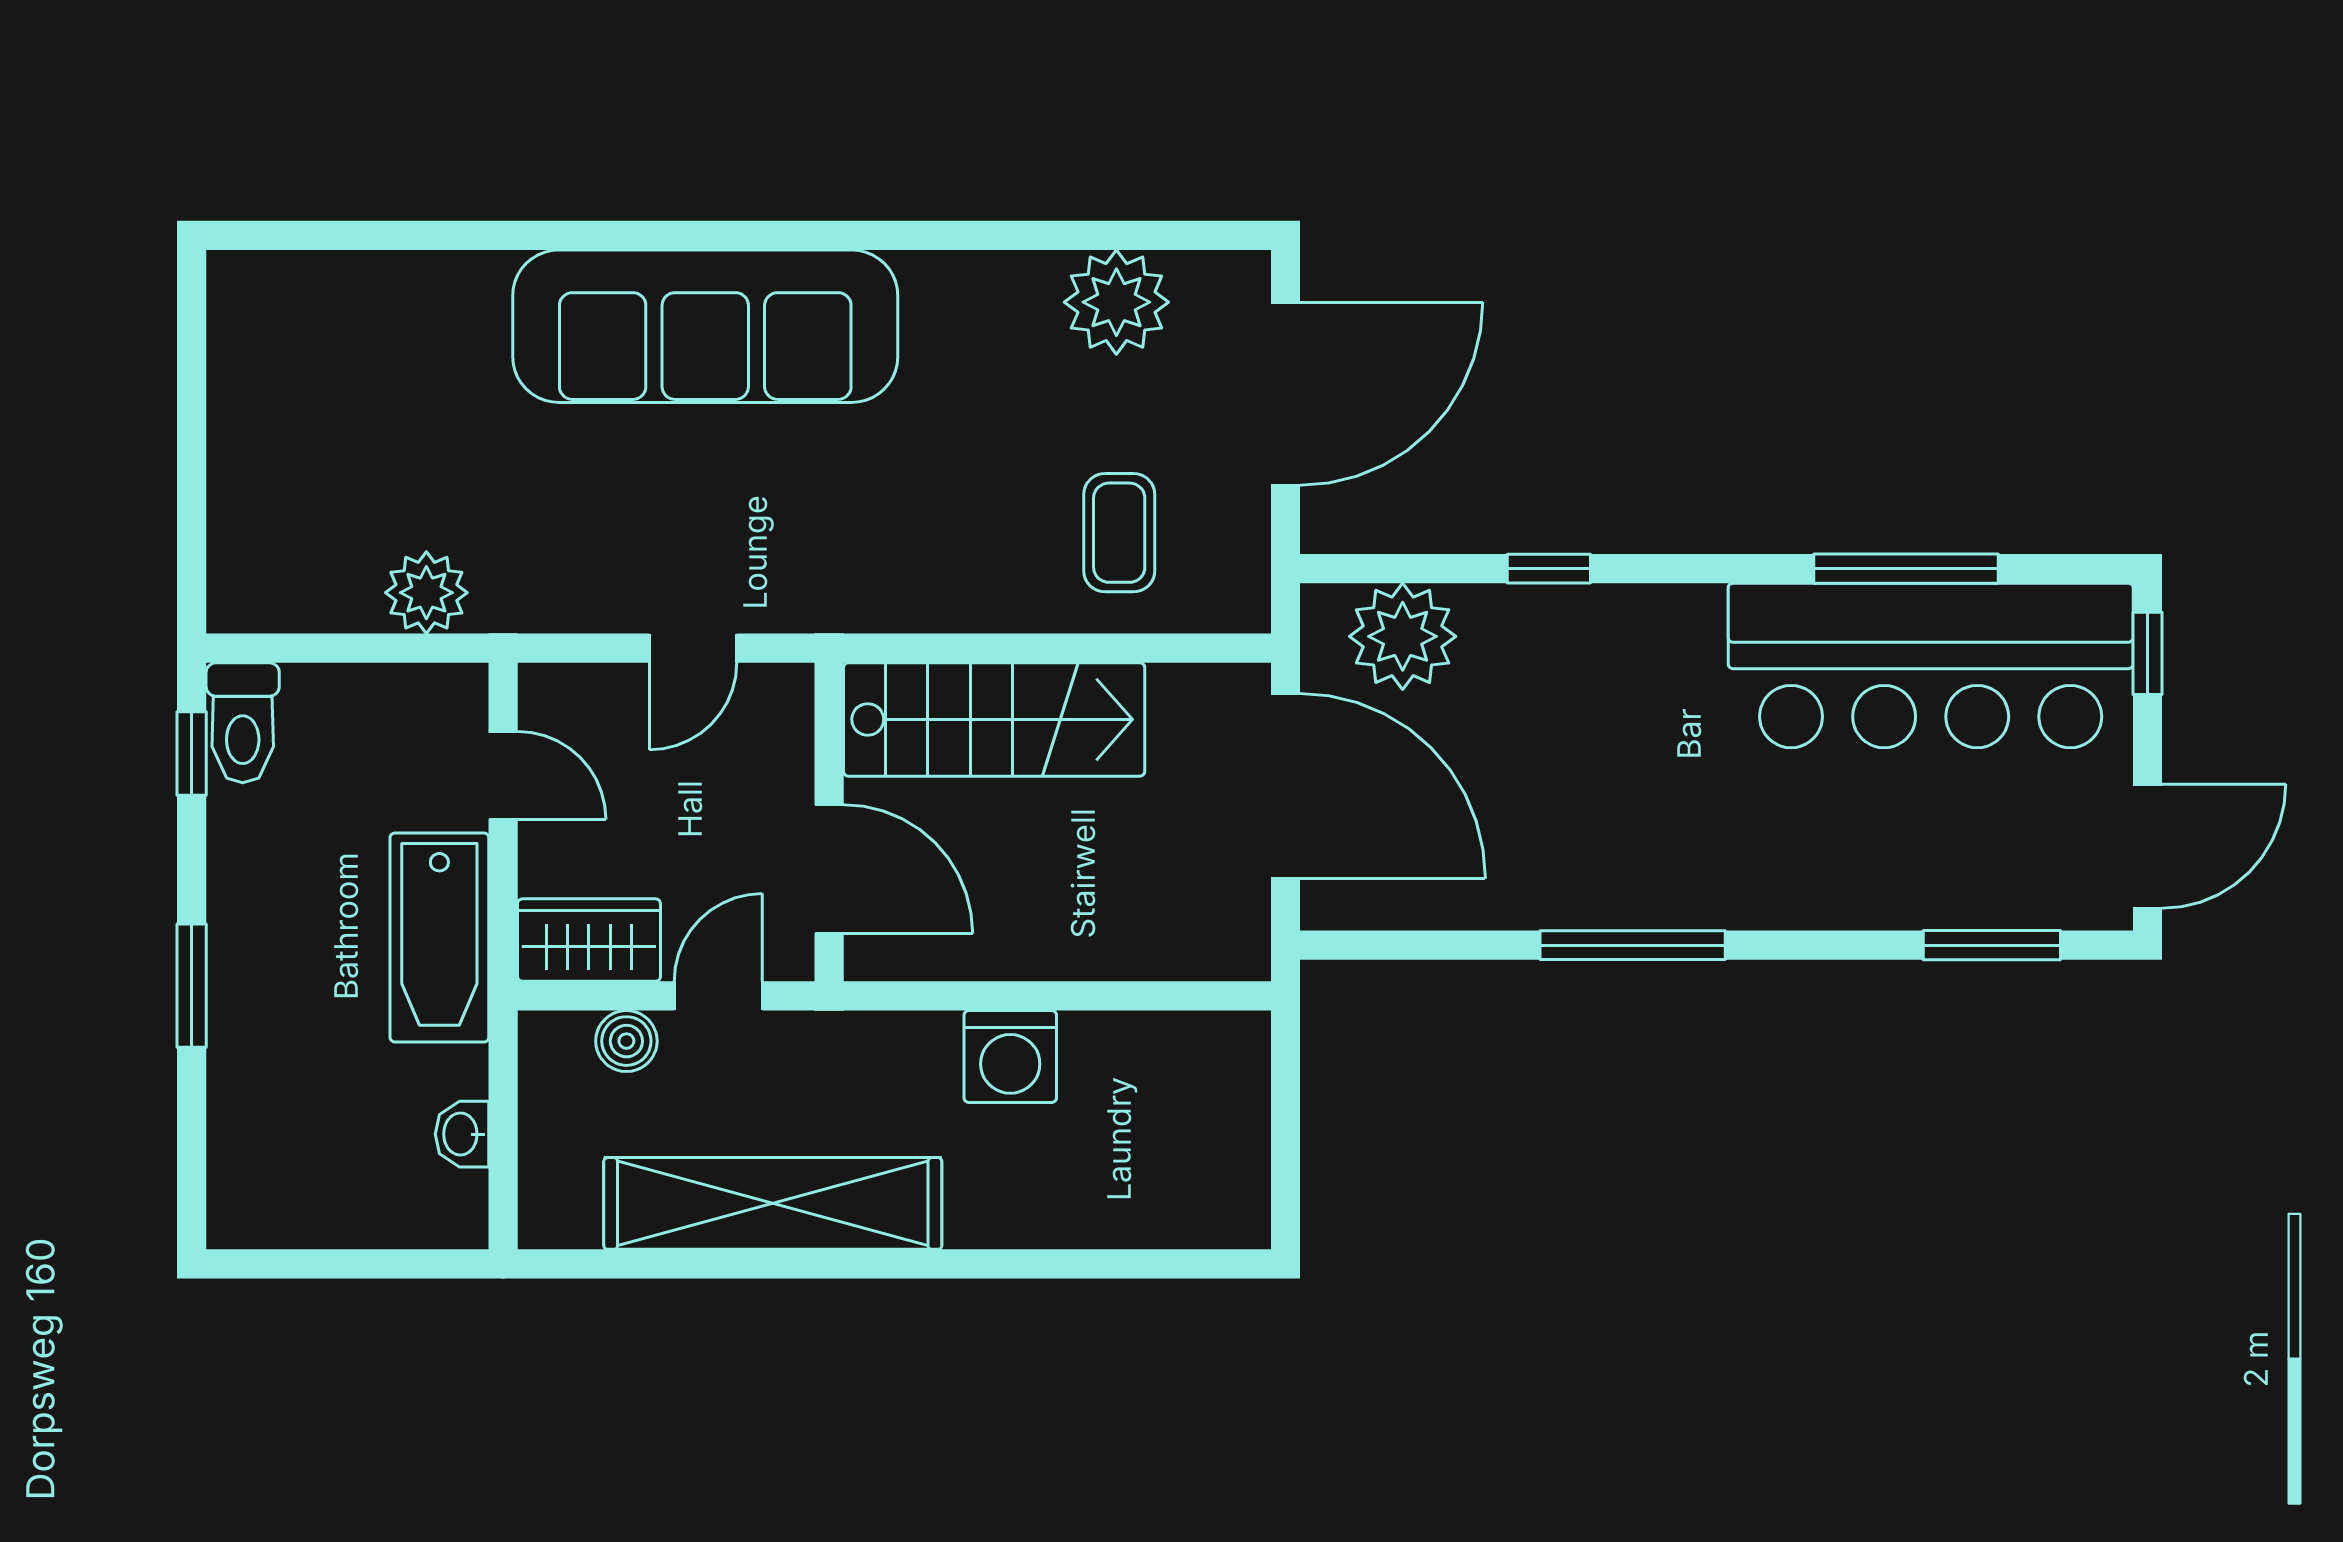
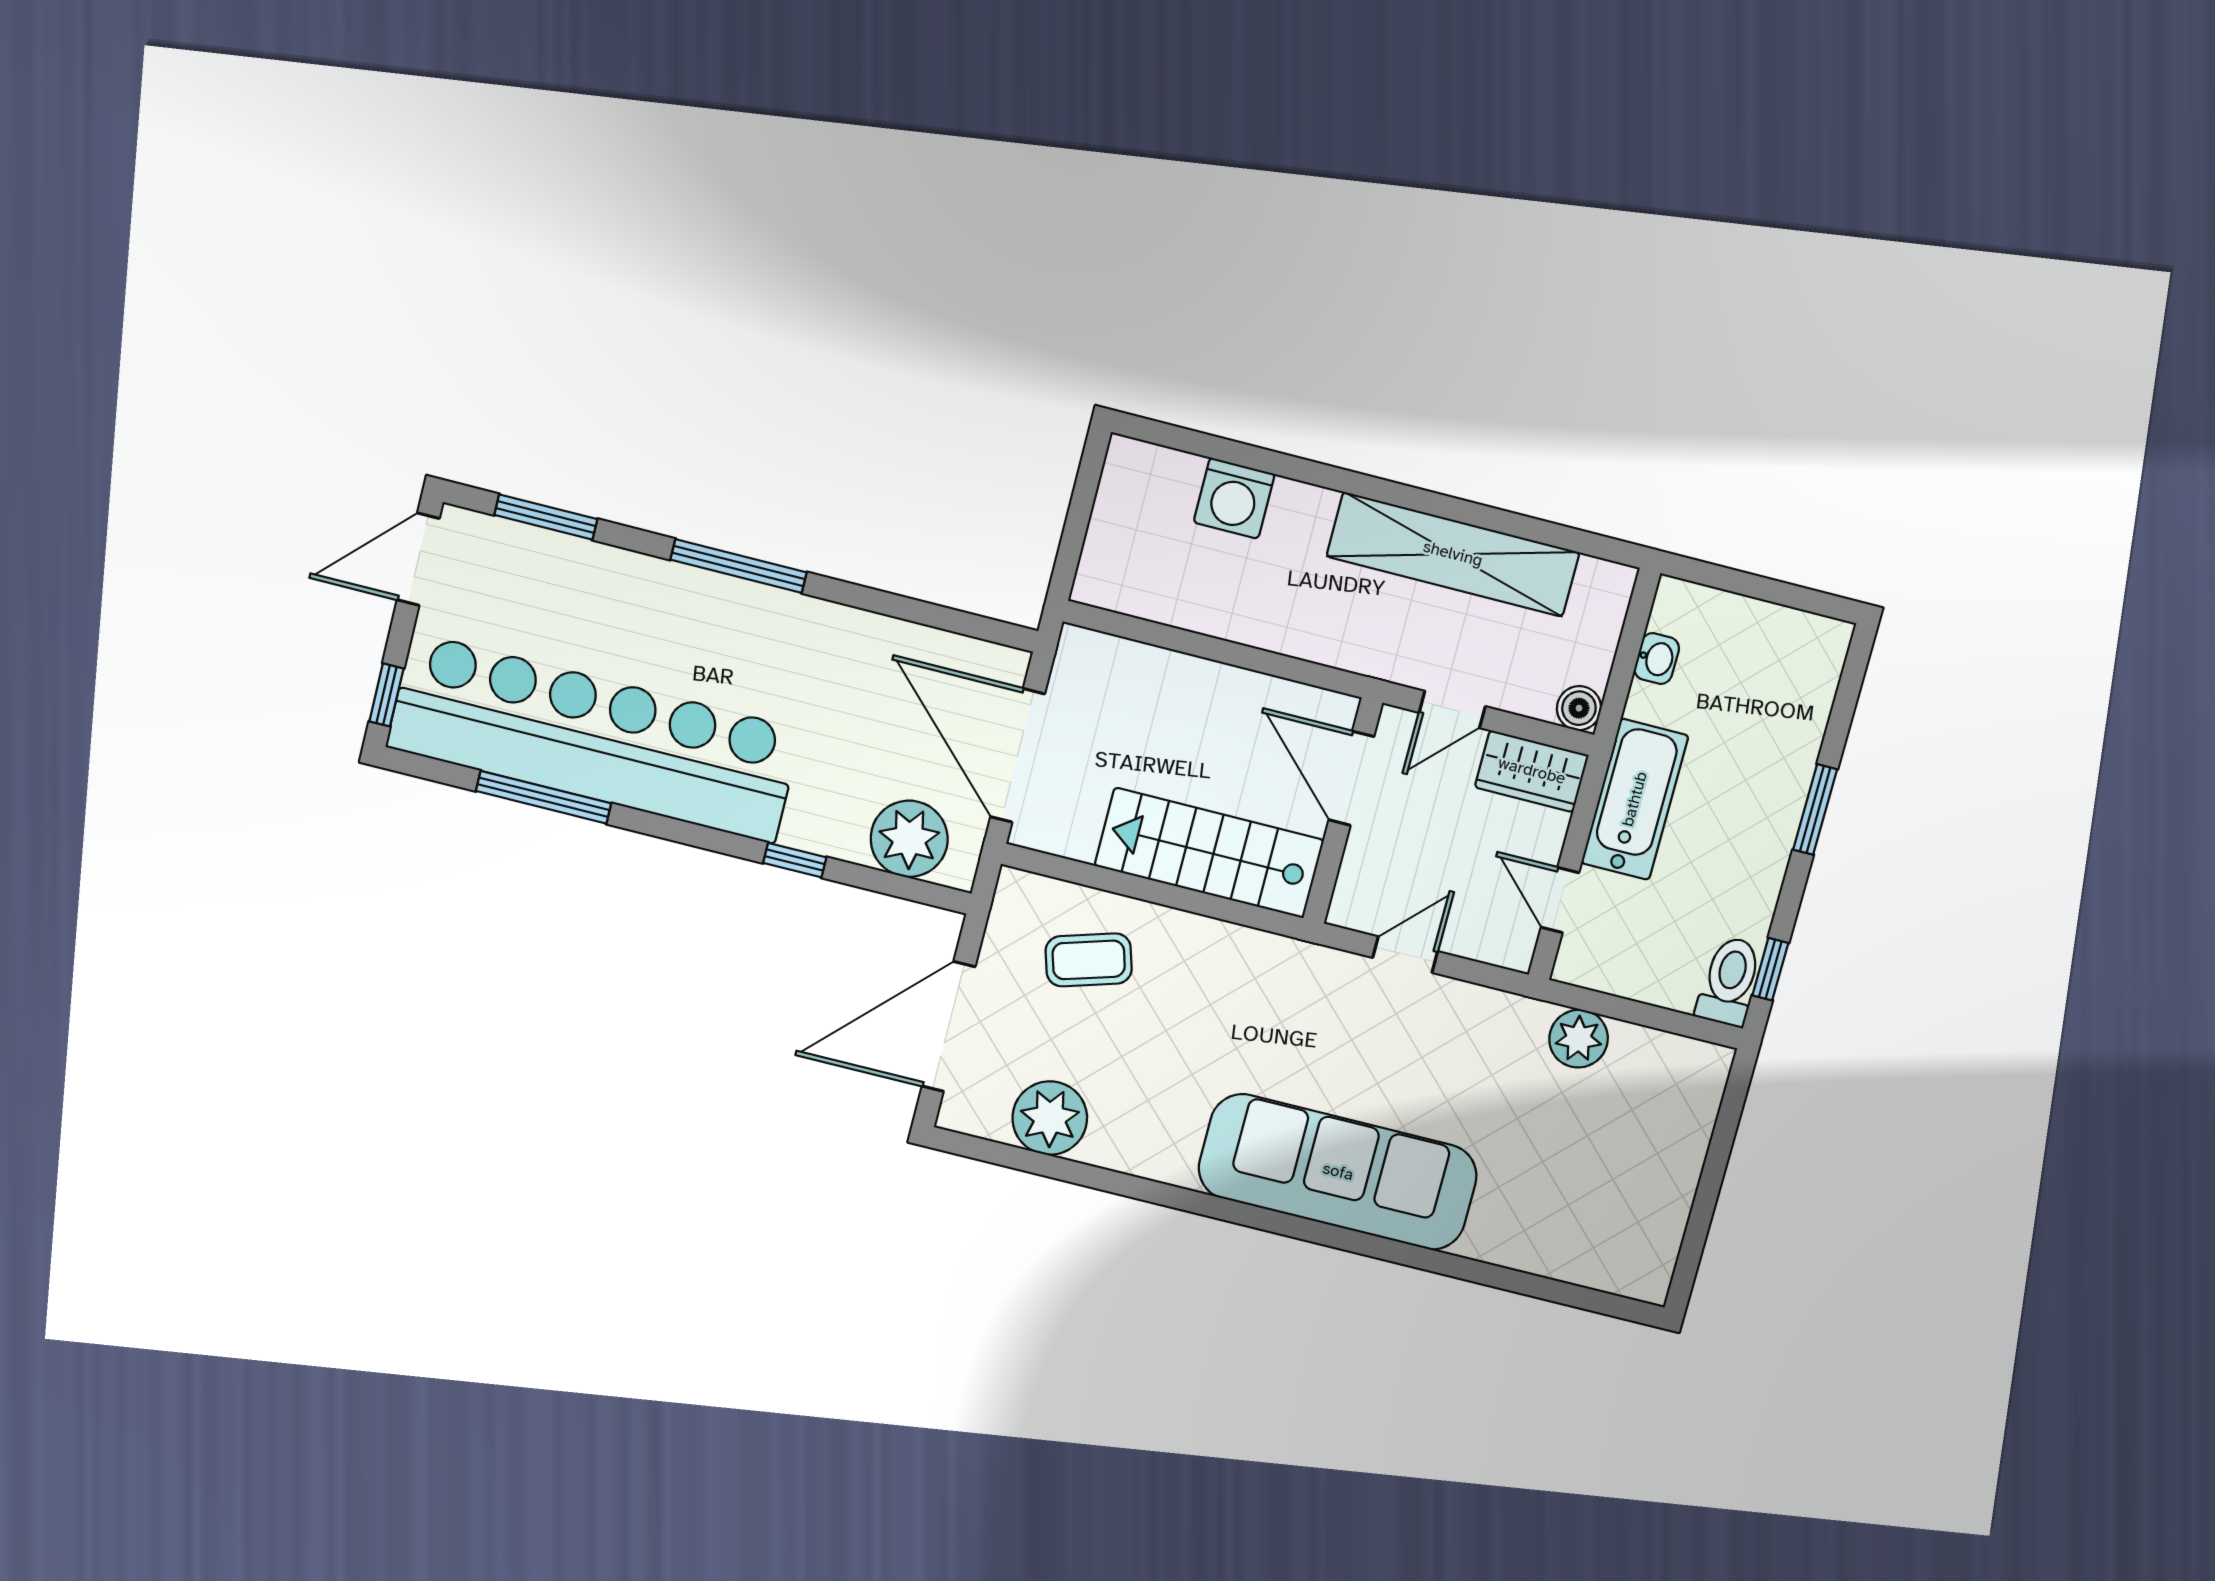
coffee table: (1119, 533) -> (1089, 960), turned 73
bar counter: (1931, 665) -> (594, 738), width x1.36
window: (1633, 945) -> (739, 566), moved
boiler: (626, 1041) -> (1579, 708), moved
washing machine: (1010, 1056) -> (1234, 498), moved, turned 180

